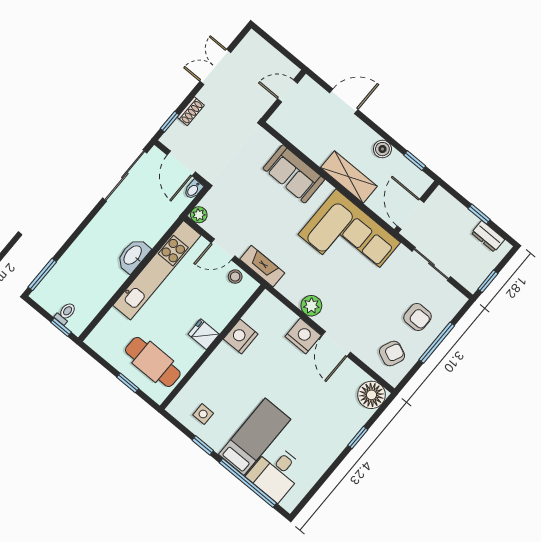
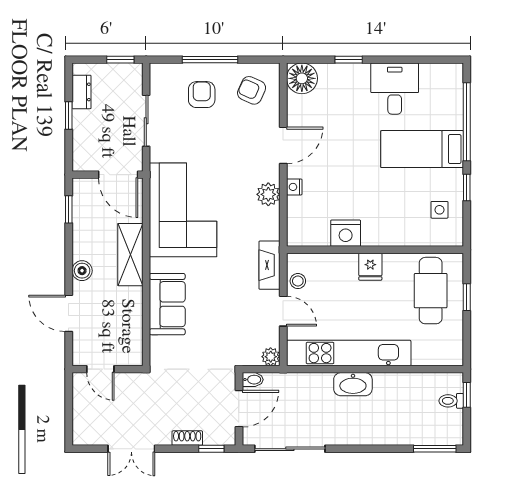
boiler: (382, 149) -> (82, 271), moved
door: (410, 214) -> (118, 175), hinge flipped
nightstand: (303, 336) -> (294, 187), width x0.53, depth x0.56
desk: (276, 473) -> (395, 89), moved, turned -90

